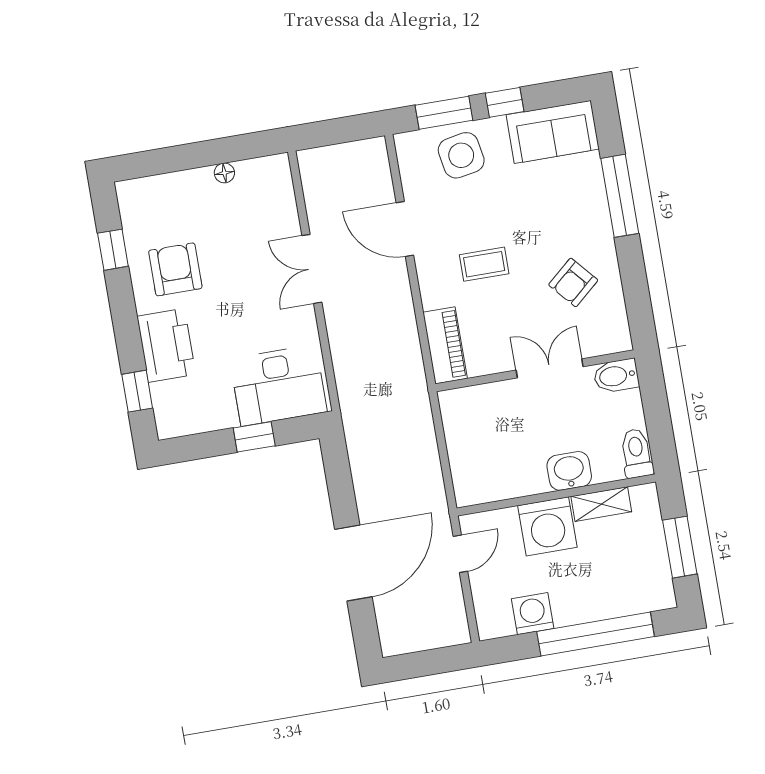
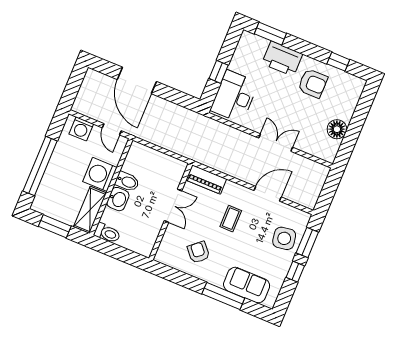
sofa: (553, 132) -> (247, 285), moved, turned 90
floor lamp: (224, 173) -> (337, 129), width x1.89, depth x1.89
double door: (550, 368) -> (173, 206), moved
bidet: (616, 376) -> (127, 182), moved, turned 90
window: (137, 391) -> (270, 34), width x1.50
shelving: (601, 504) -> (90, 210), width x1.50, depth x1.33
washing machine: (533, 614) -> (81, 129), moved, turned 90

